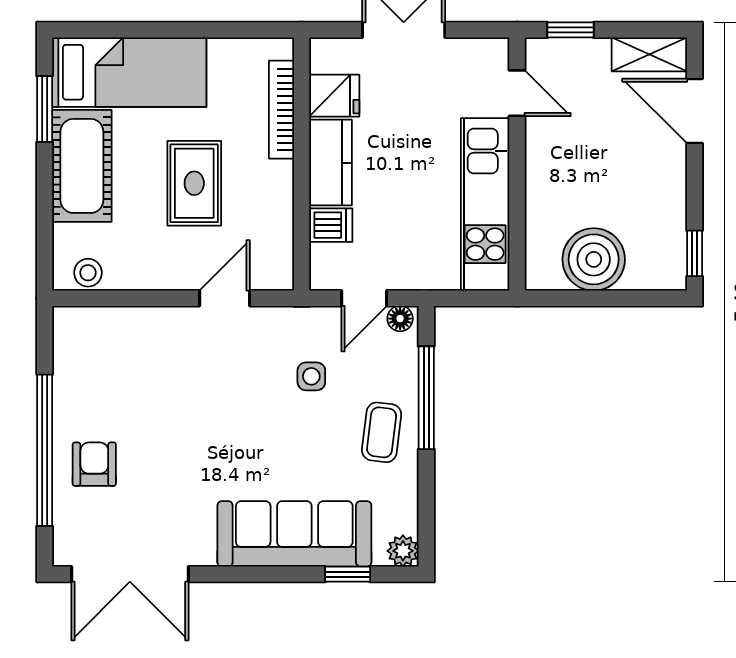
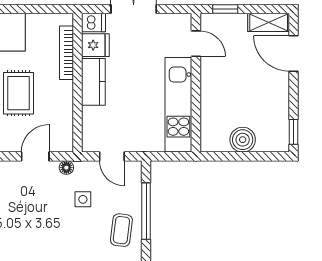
dishwasher: (331, 225) -> (94, 23), moved
boiler: (594, 259) -> (243, 140), width x0.73, depth x0.73
door: (364, 298) -> (112, 156), hinge flipped
floor lamp: (400, 319) -> (66, 168), moved

